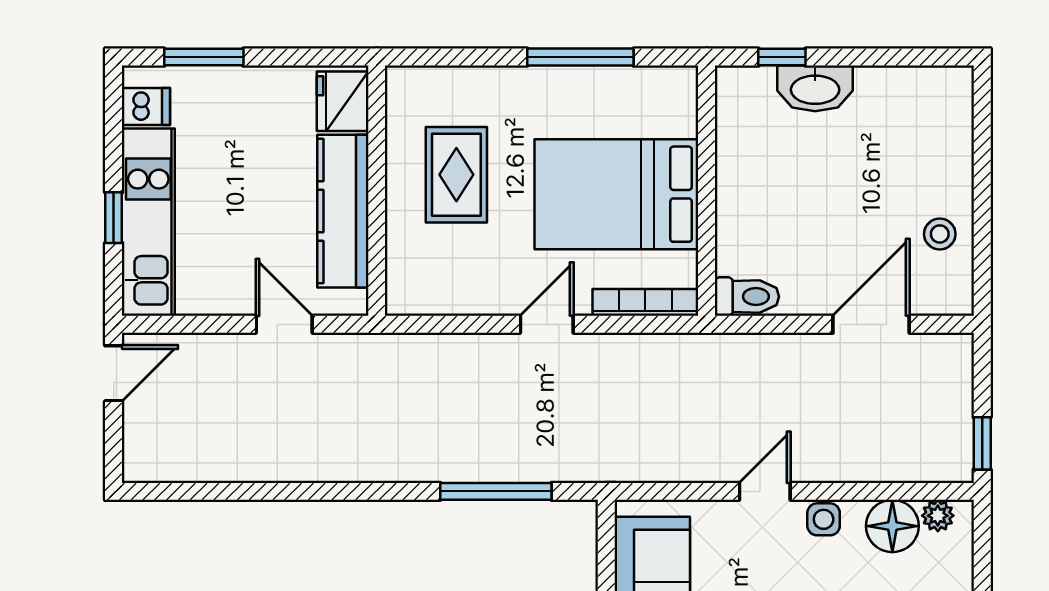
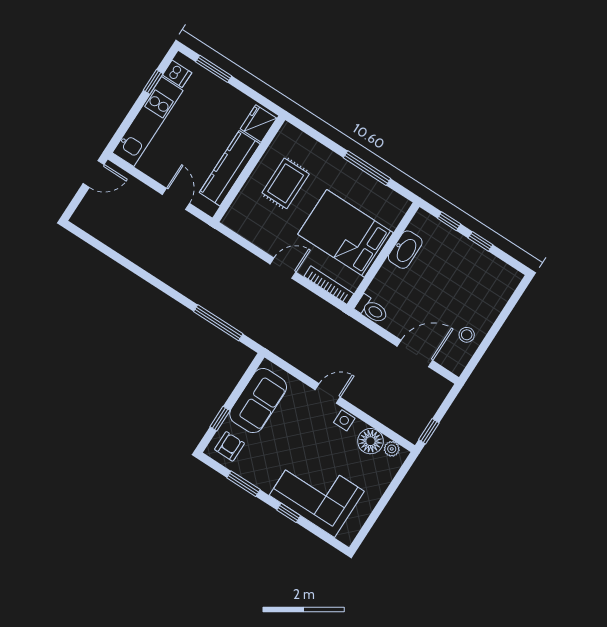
window: (859, 57) -> (480, 241), added
washbasin: (815, 88) -> (405, 250), moved, turned -90
window: (114, 218) -> (153, 82), moved

